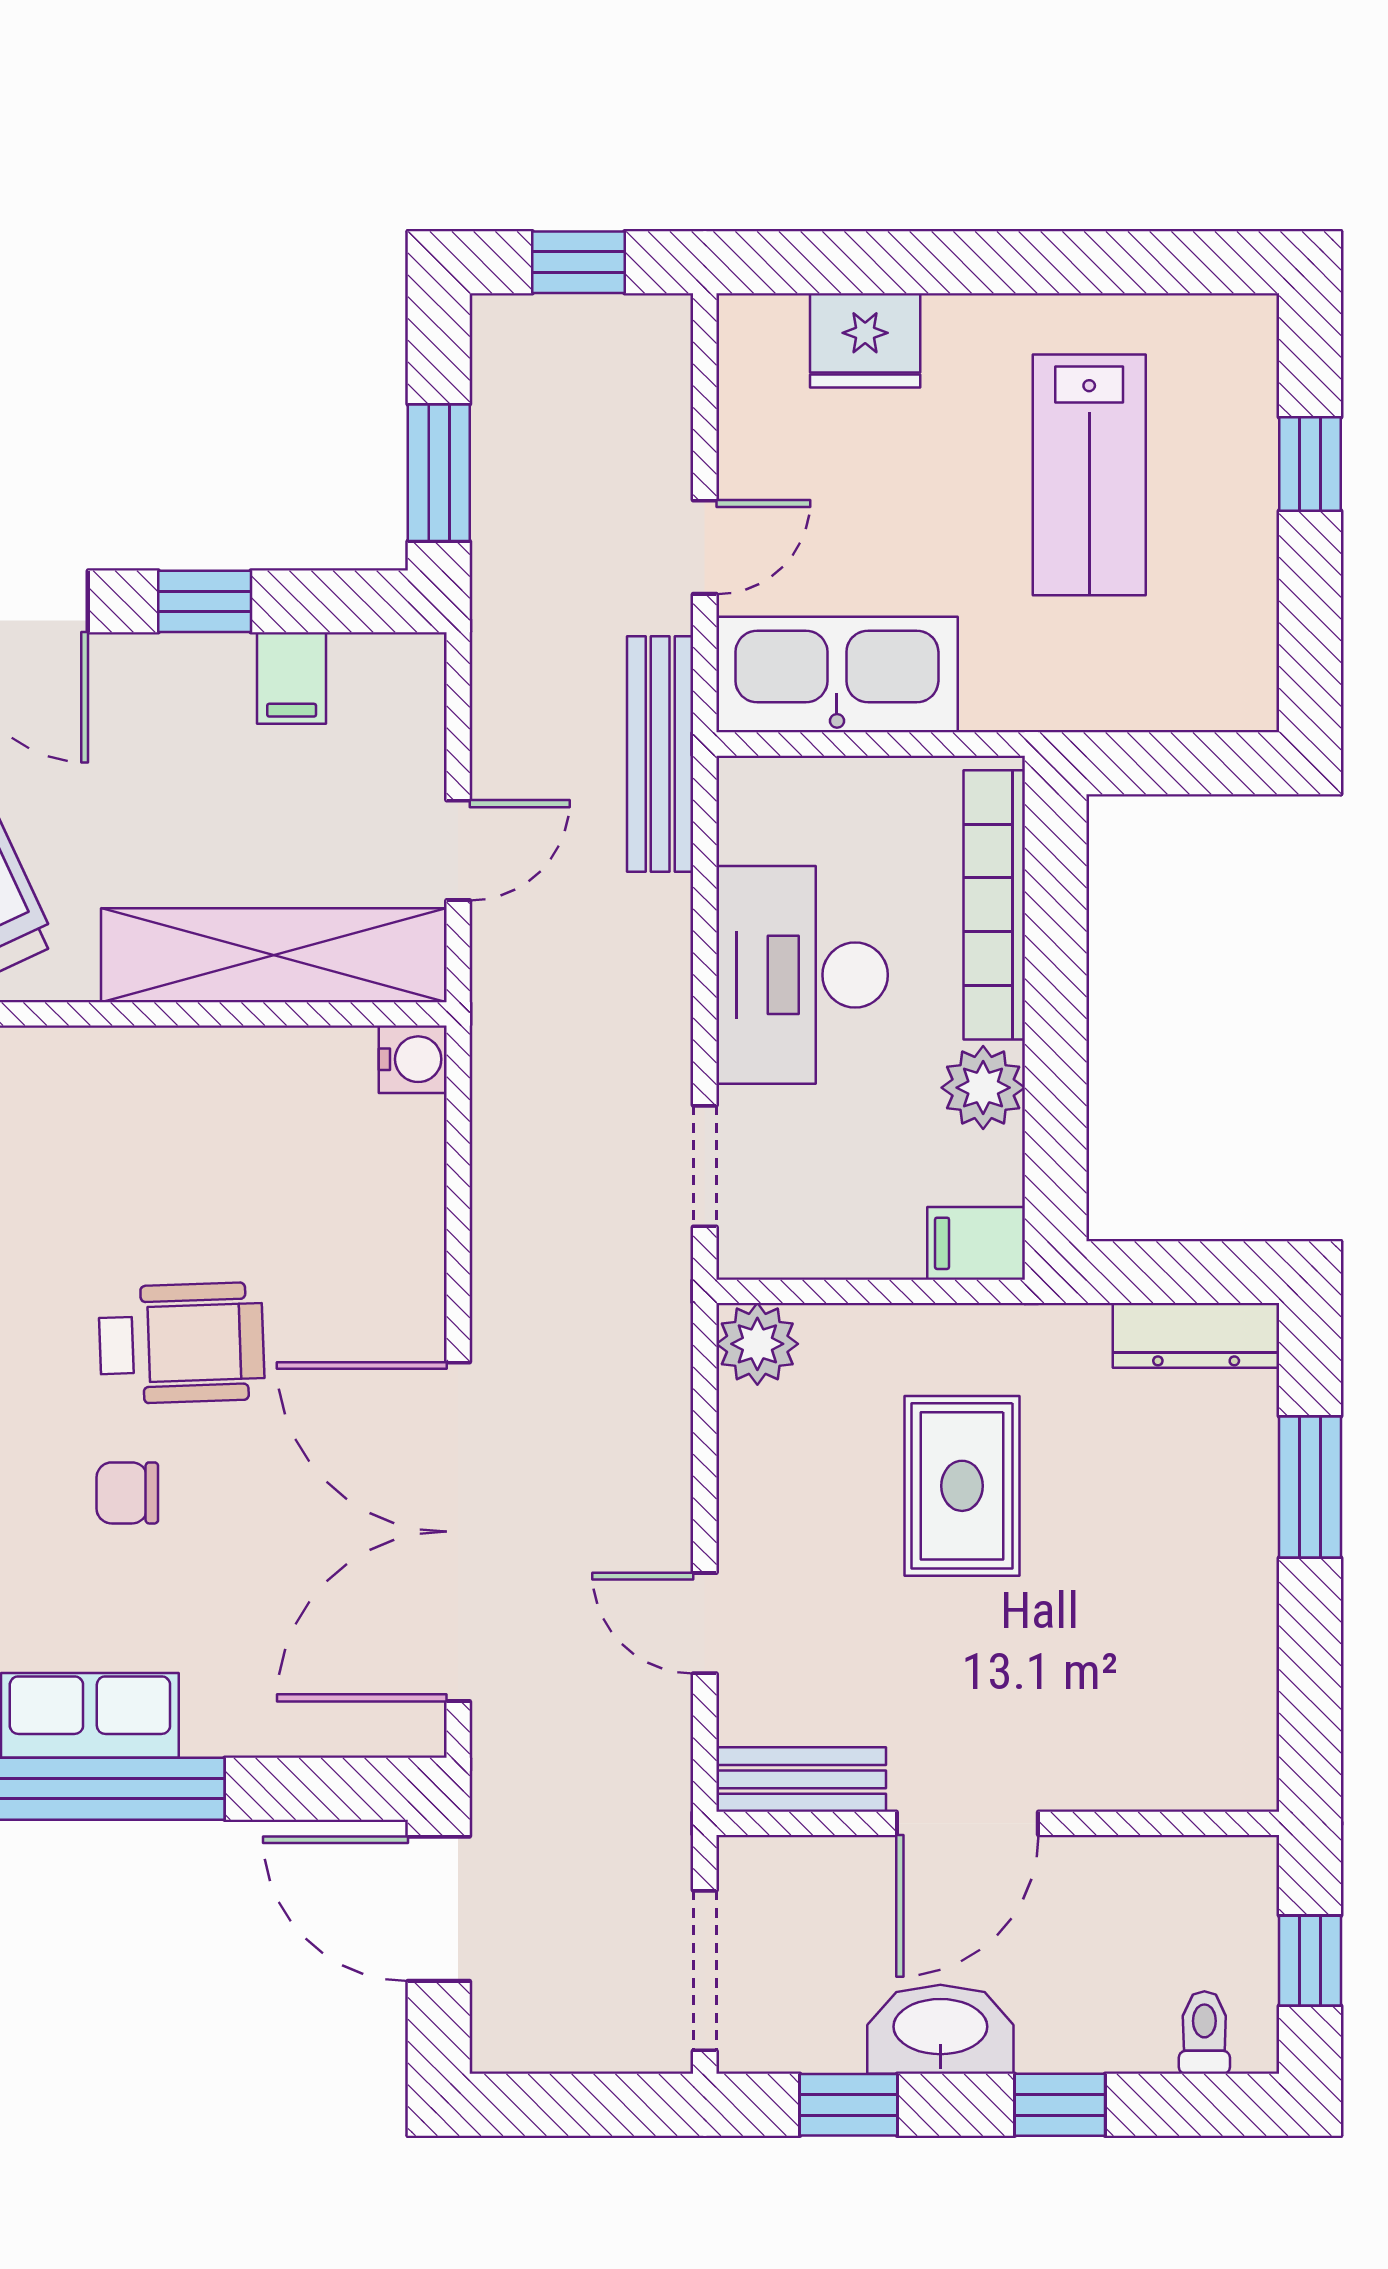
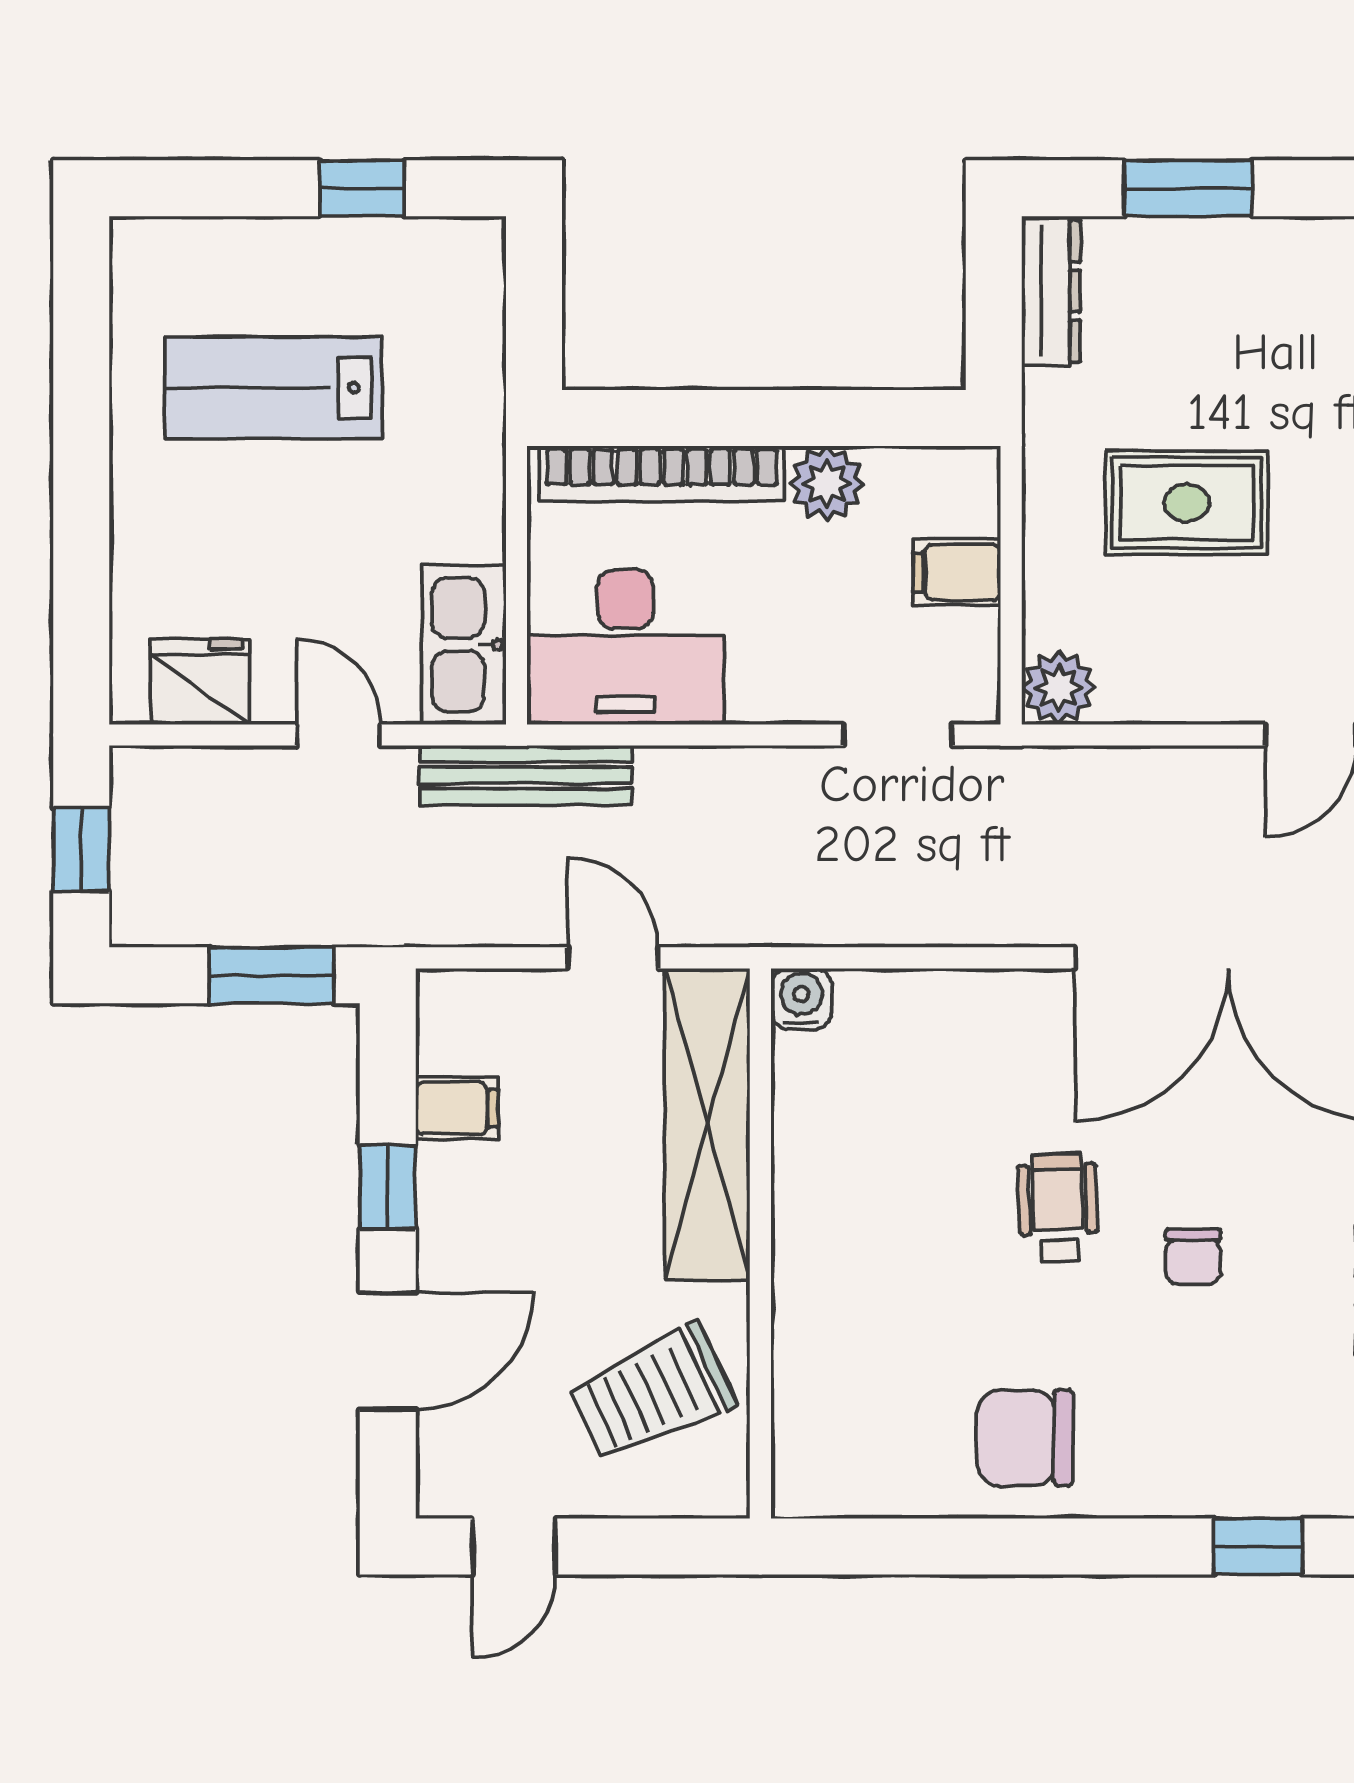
fridge: (865, 340) -> (200, 682), moved, turned -90
window: (1310, 464) -> (362, 188), moved
lab bench: (1089, 475) -> (273, 388), turned 180
kitchen sink: (837, 675) -> (464, 645), width x0.73, depth x0.81
desk: (802, 975) -> (625, 647), moved
filing cabinet: (976, 1243) -> (957, 572), moved, turned 90
wheelchair: (182, 1343) -> (1058, 1208), width x0.73, depth x0.73

